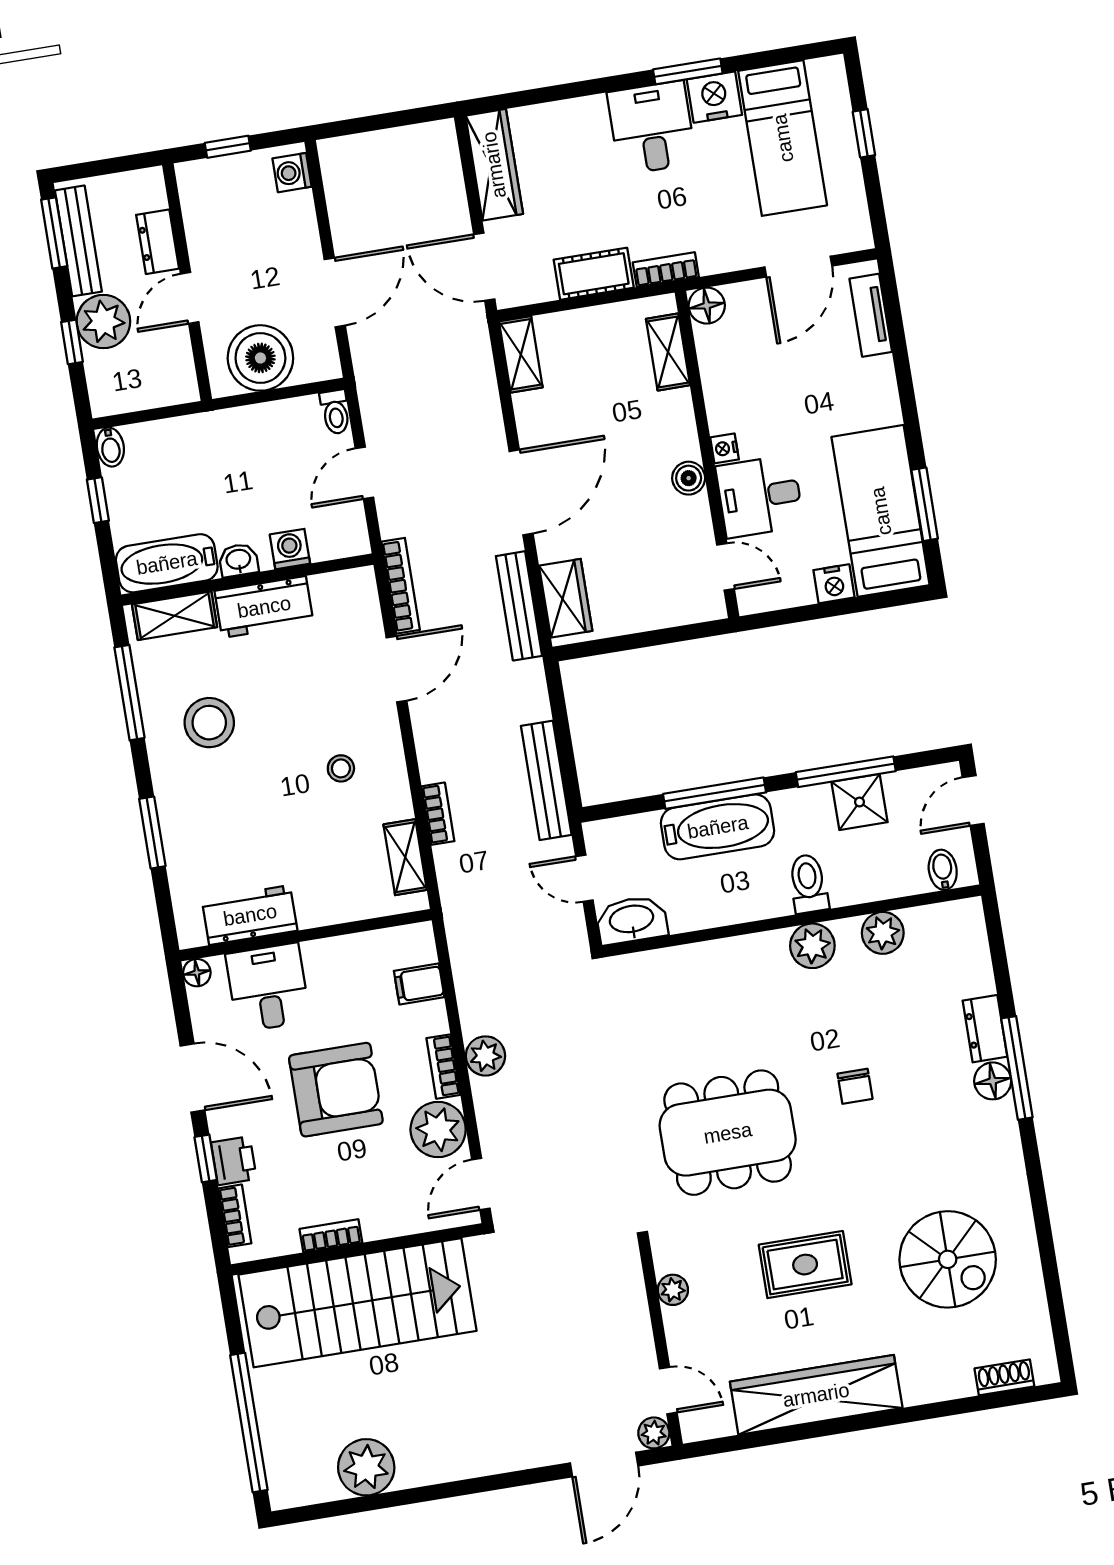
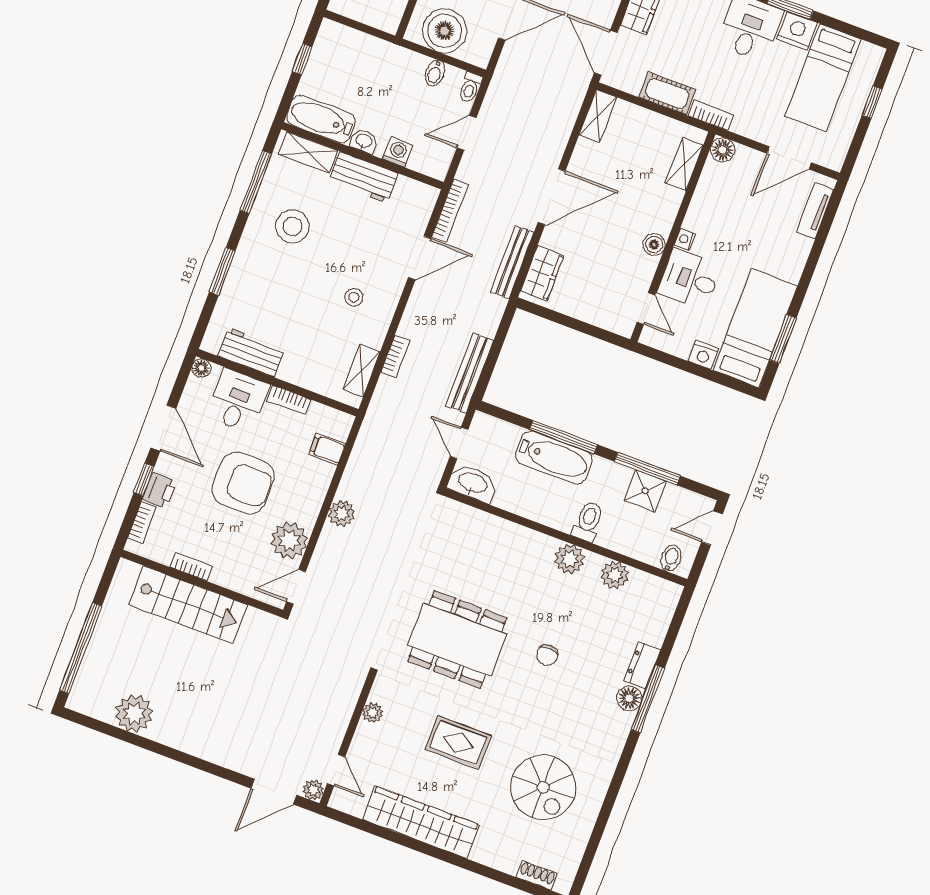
bidet: (110, 447) -> (435, 73), moved
bookcase: (443, 1067) -> (289, 400), moved, turned -90
stairs: (357, 1303) -> (188, 605), width x0.73, depth x0.66

